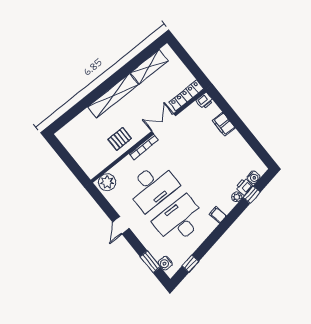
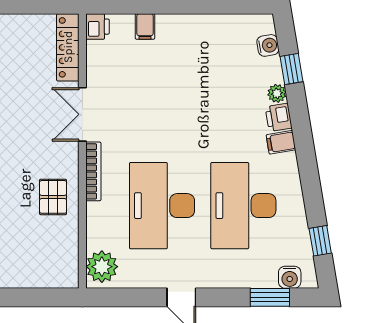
filing cabinet: (224, 124) -> (145, 27), width x0.50
desk: (152, 187) -> (162, 206), turned 180
printer: (244, 187) -> (279, 117), moved

